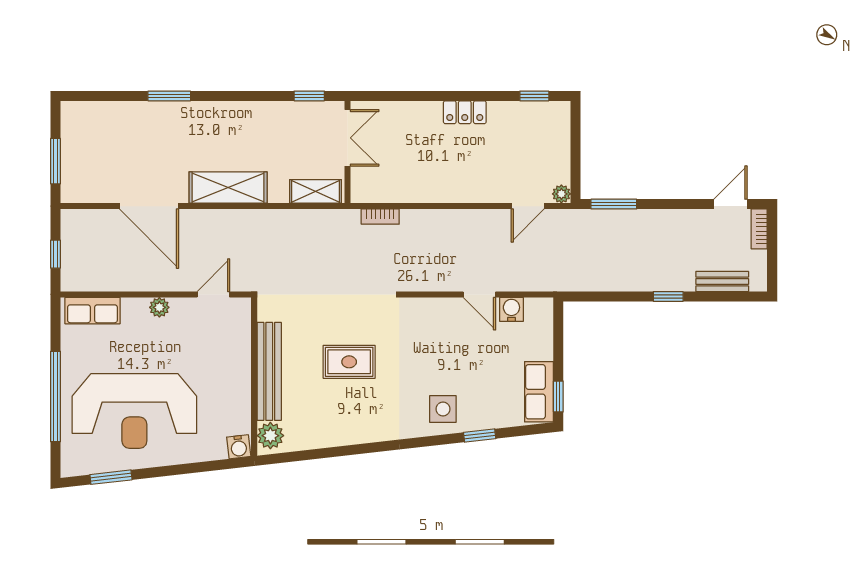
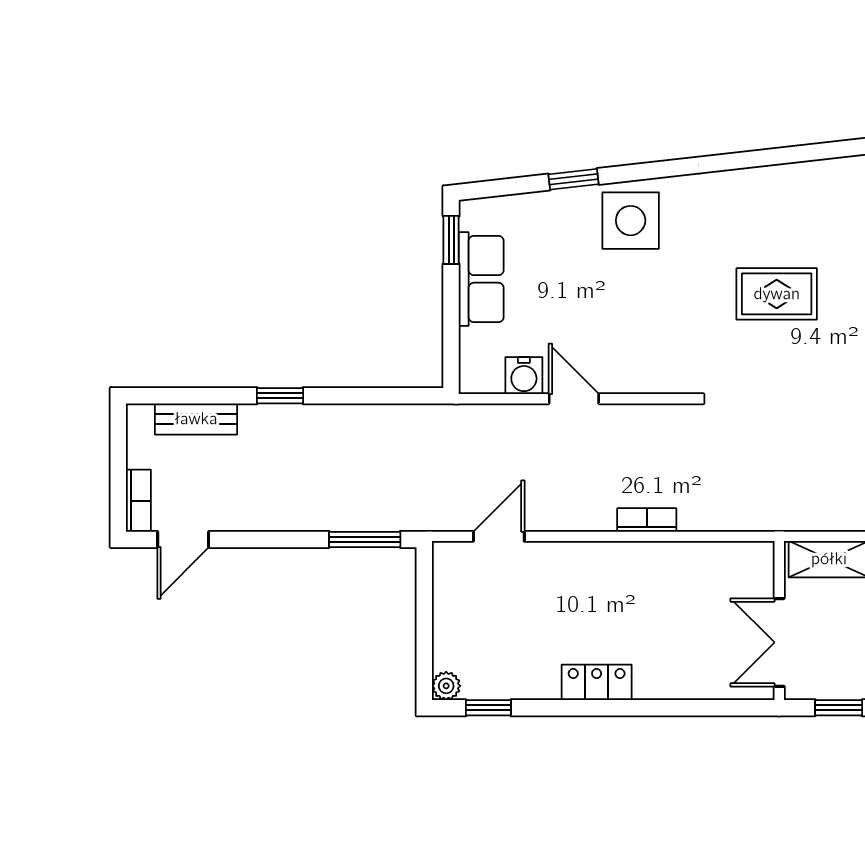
plant: (561, 194) -> (446, 686), moved
bookcase: (380, 217) -> (647, 520), moved
row of seats: (539, 392) -> (481, 279), moved
side table: (443, 409) -> (631, 221), width x1.37, depth x1.37

